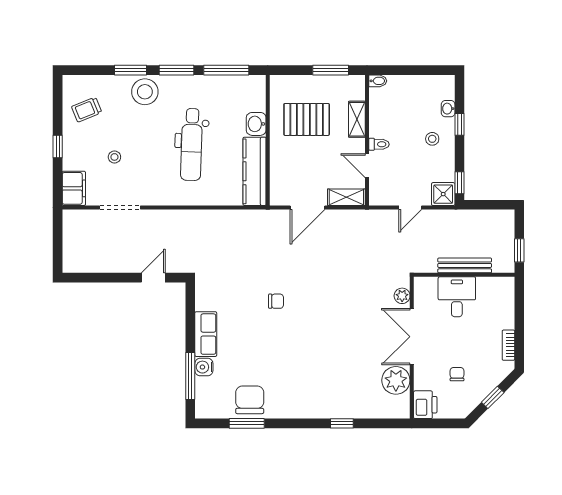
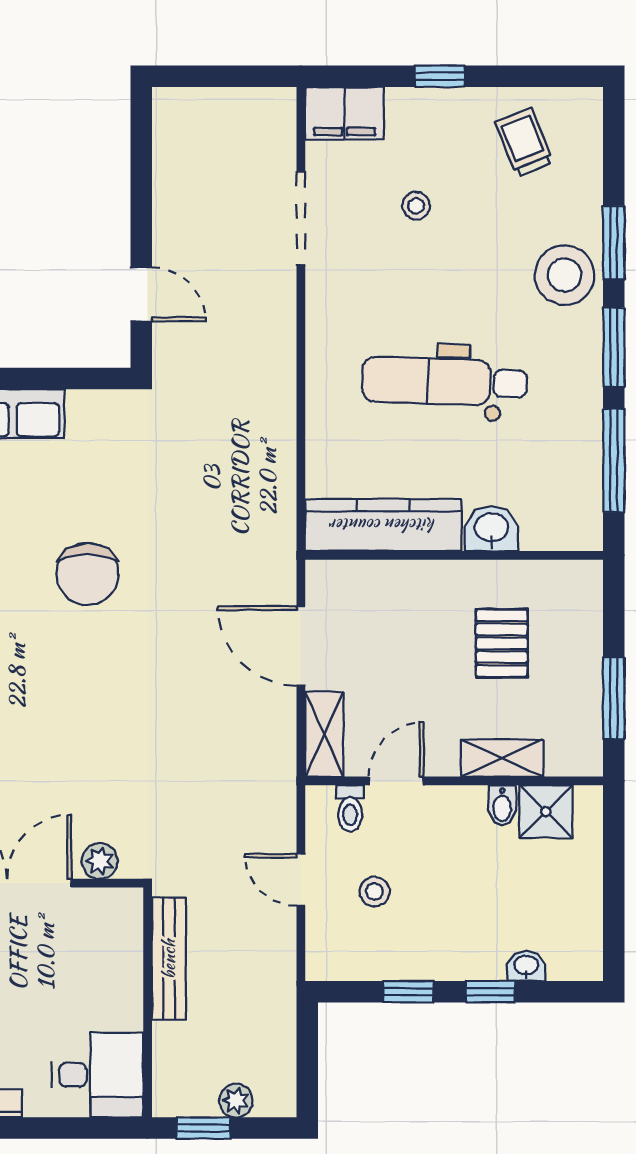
bidet: (378, 81) -> (502, 805), moved
pallet: (307, 119) -> (502, 643), width x0.67, depth x0.71
stool: (432, 139) -> (375, 892), moved
toilet: (379, 144) -> (350, 808), moved
window: (459, 183) -> (408, 992), moved
shower: (443, 194) -> (546, 812), moved
plant: (507, 236) -> (236, 1101), added
bench: (465, 265) -> (169, 959), moved
desk: (457, 297) -> (98, 1075), moved
chair: (276, 301) -> (88, 574), width x1.87, depth x1.87

